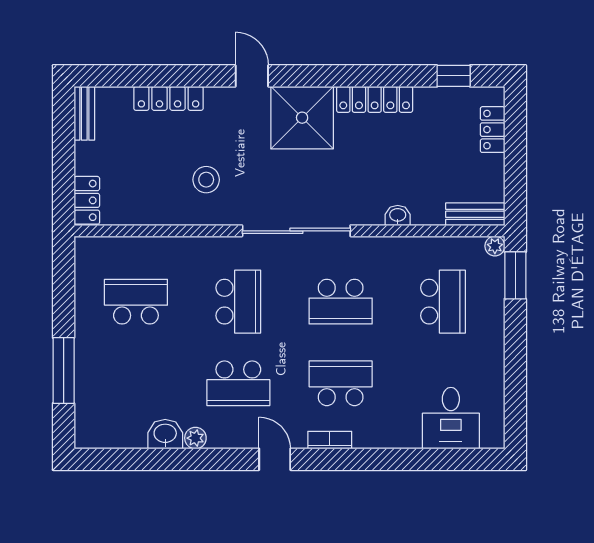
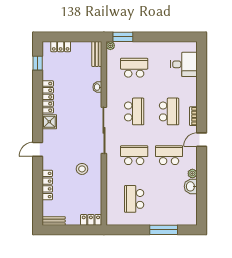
shower: (302, 118) -> (49, 122), width x0.54, depth x0.54
school desk: (238, 383) -> (169, 155), turned -90
school desk: (341, 383) -> (169, 111), turned 180

